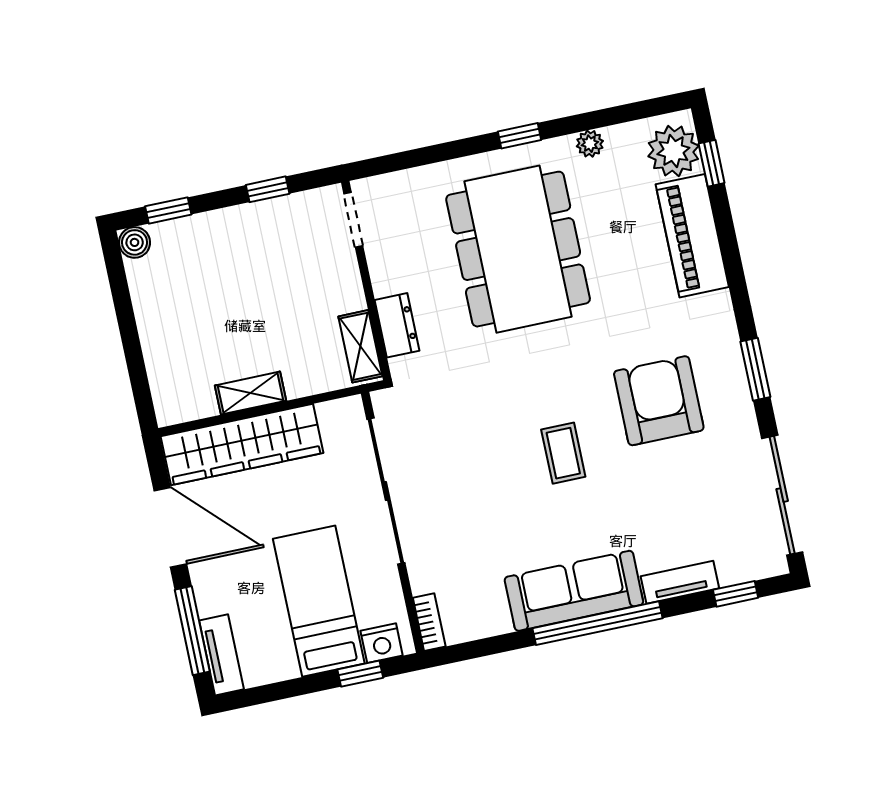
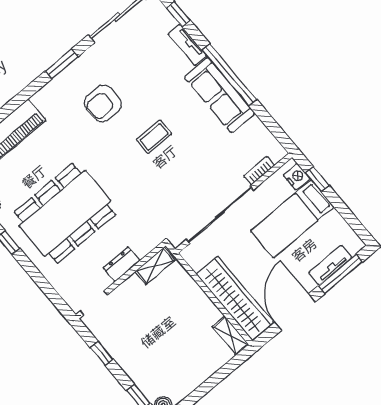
dresser: (397, 325) -> (122, 264), moved
shelving: (251, 393) -> (230, 336), moved
armchair: (659, 401) -> (103, 103), width x0.73, depth x0.73
bookcase: (429, 622) -> (259, 171), moved
tv unit: (221, 655) -> (330, 265), moved

